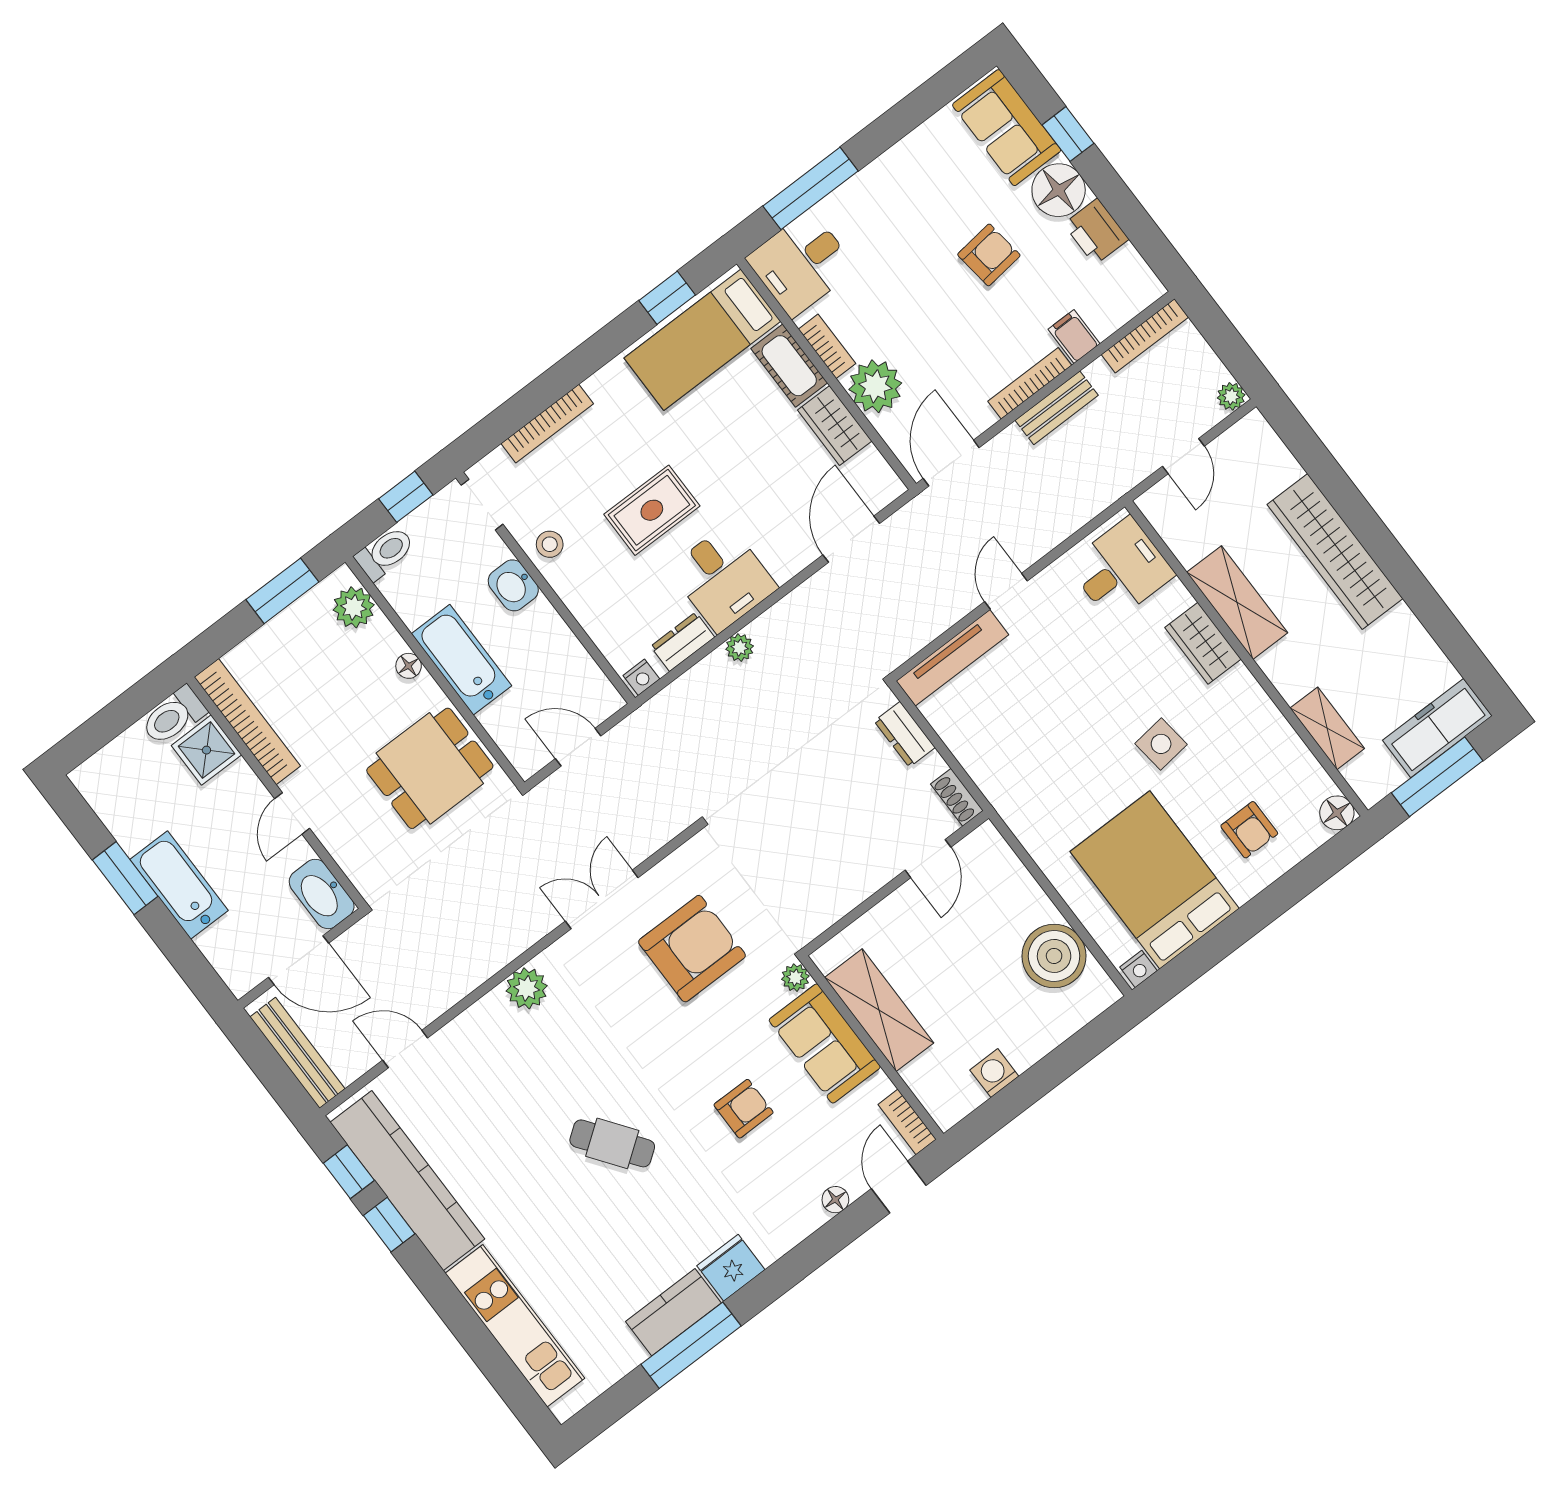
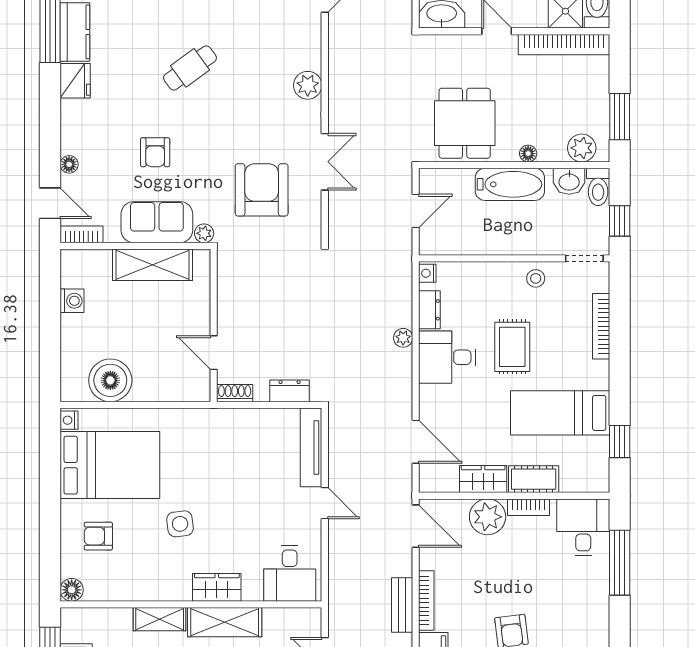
bed: (702, 340) -> (560, 413), moved, turned -90
washbasin: (513, 585) -> (569, 181), moved, turned 180
shelving: (1327, 728) -> (160, 619), moved
armchair: (692, 949) -> (262, 190), turned 180

